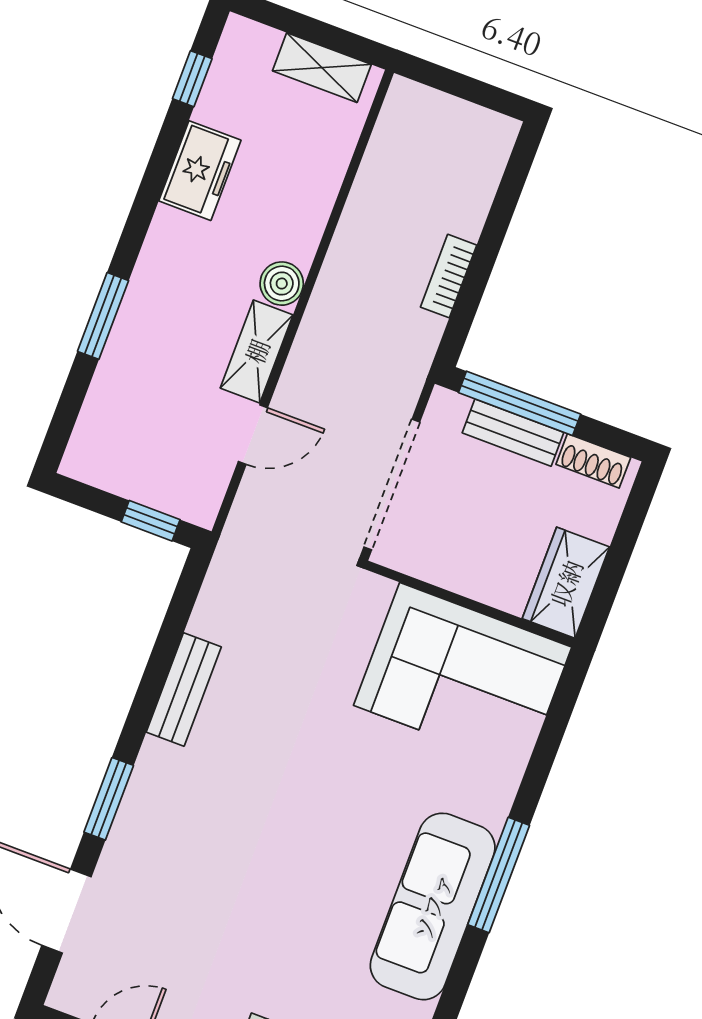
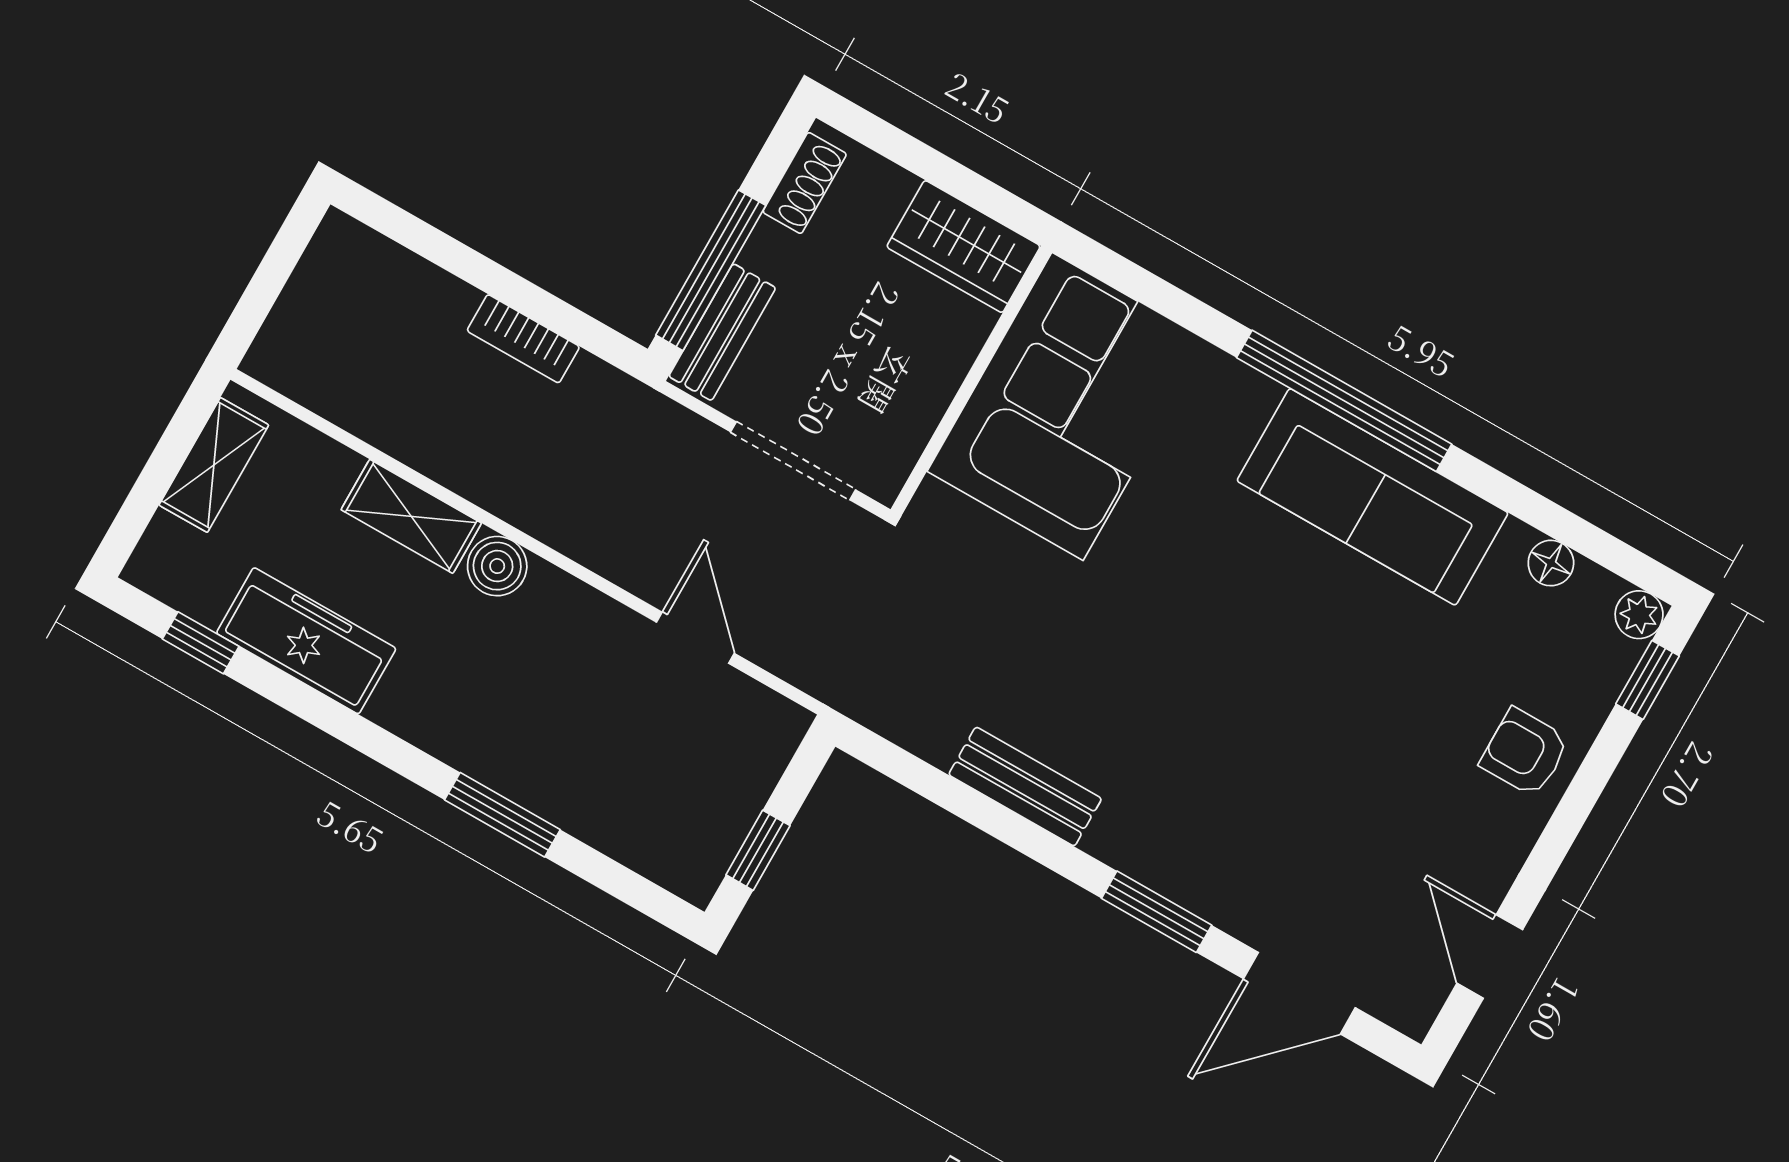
freezer: (200, 171) -> (306, 641), width x1.40
shelving: (257, 351) -> (411, 516), moved
bench: (513, 433) -> (722, 332), moved
doorway: (392, 485) -> (793, 461), width x0.73
window: (151, 521) -> (758, 850), moved
window: (499, 875) -> (1344, 401), width x1.46

